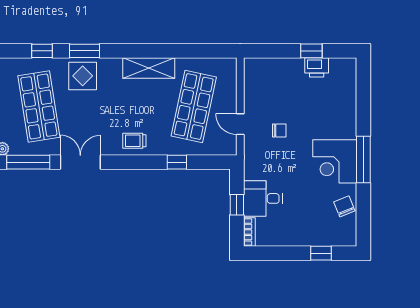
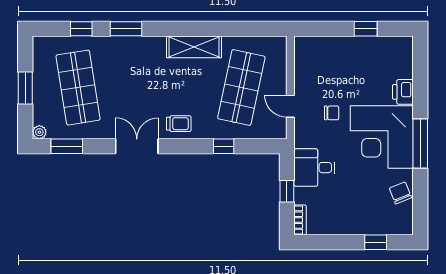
printer: (317, 67) -> (403, 92), moved, turned 90
display table: (83, 76) -> (124, 55), removed
trolley: (134, 141) -> (179, 124), turned 180
corner desk: (335, 161) -> (382, 137), width x1.36, depth x1.36
window: (28, 162) -> (67, 146), width x0.69
double door: (80, 162) -> (137, 146), moved
desk: (263, 198) -> (314, 168), moved

